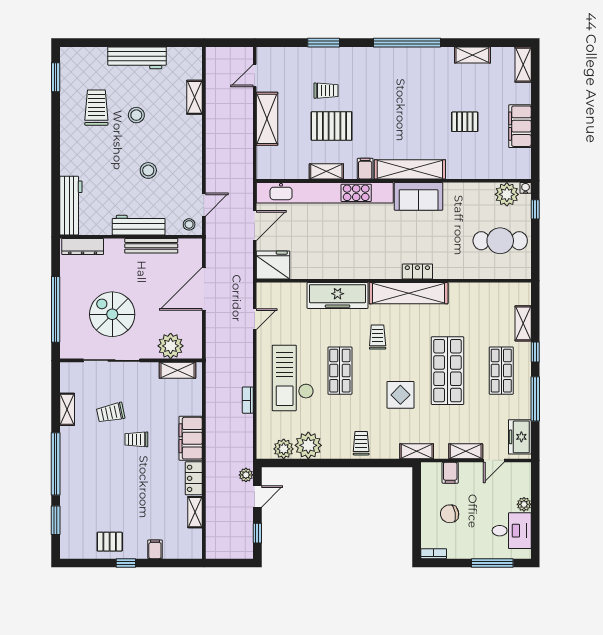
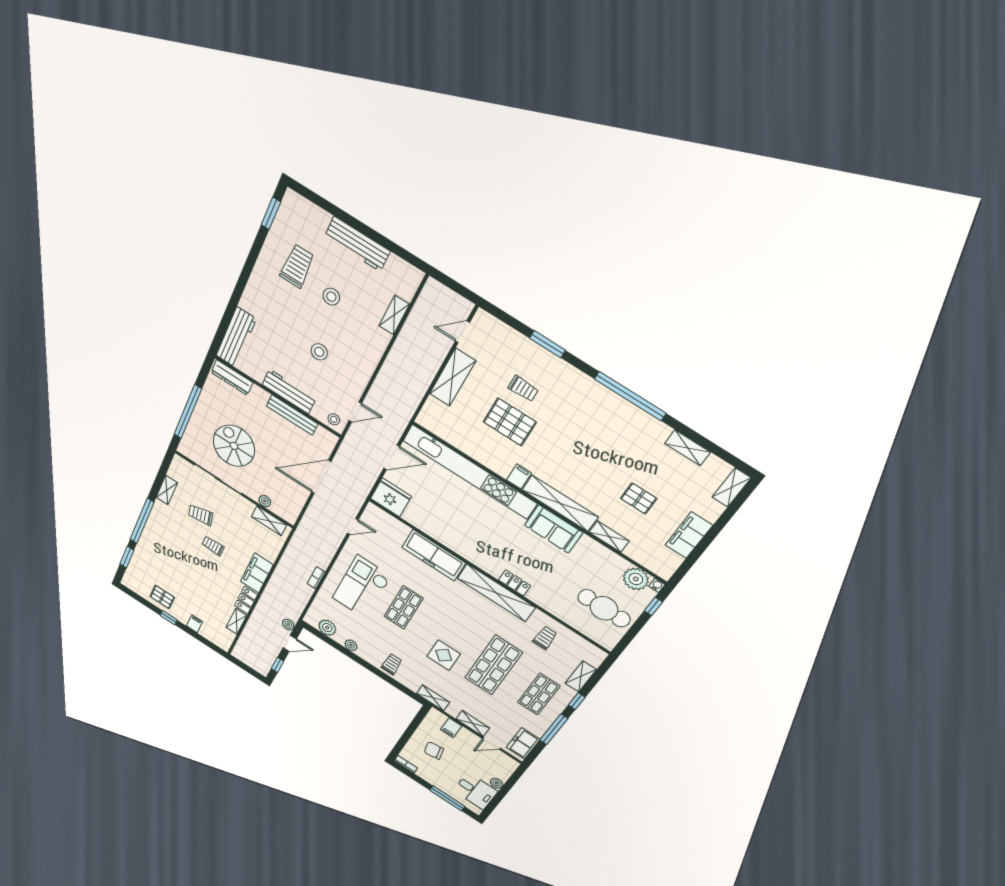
shelving: (326, 171) -> (609, 537), moved
trolley: (378, 337) -> (545, 638), moved
plant: (171, 346) -> (265, 501), width x0.53, depth x0.53
plant: (308, 445) -> (351, 645), width x0.53, depth x0.53

